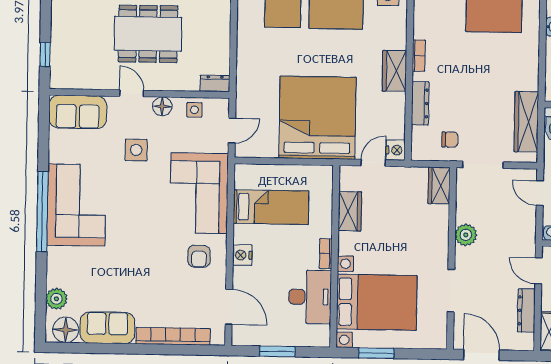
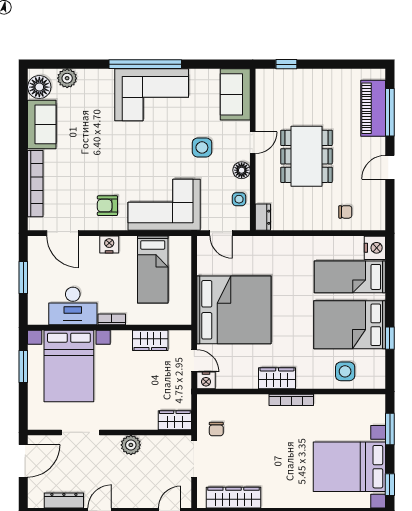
bookcase: (419, 56) -> (291, 400), width x1.56
dresser: (420, 103) -> (248, 402), removed
door: (229, 307) -> (63, 233), hinge flipped

